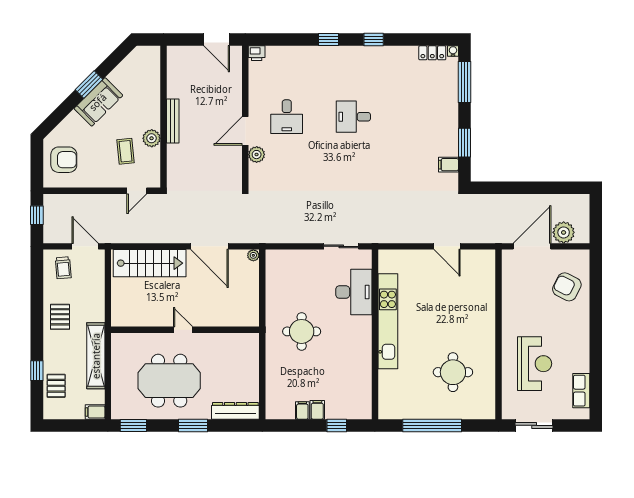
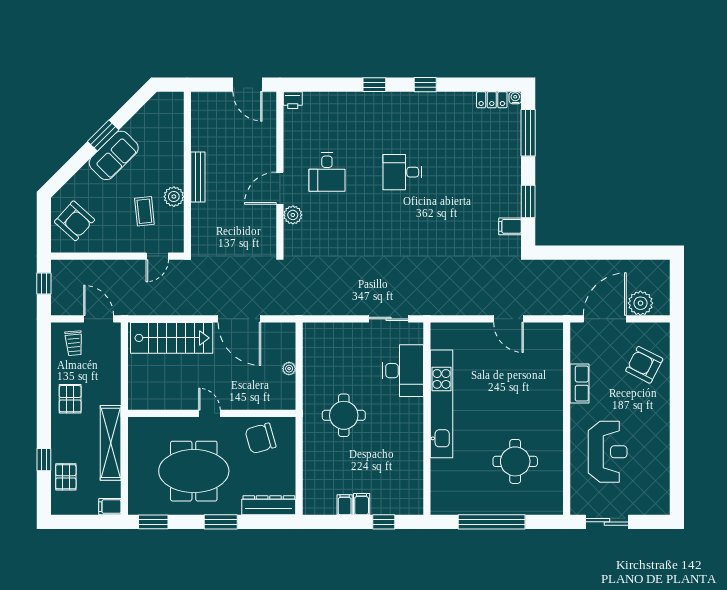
armchair: (64, 160) -> (74, 221), turned 42
plant: (253, 255) -> (289, 369), moved
chair: (228, 352) -> (261, 438), added
row of seats: (581, 391) -> (580, 384), moved, turned 180

